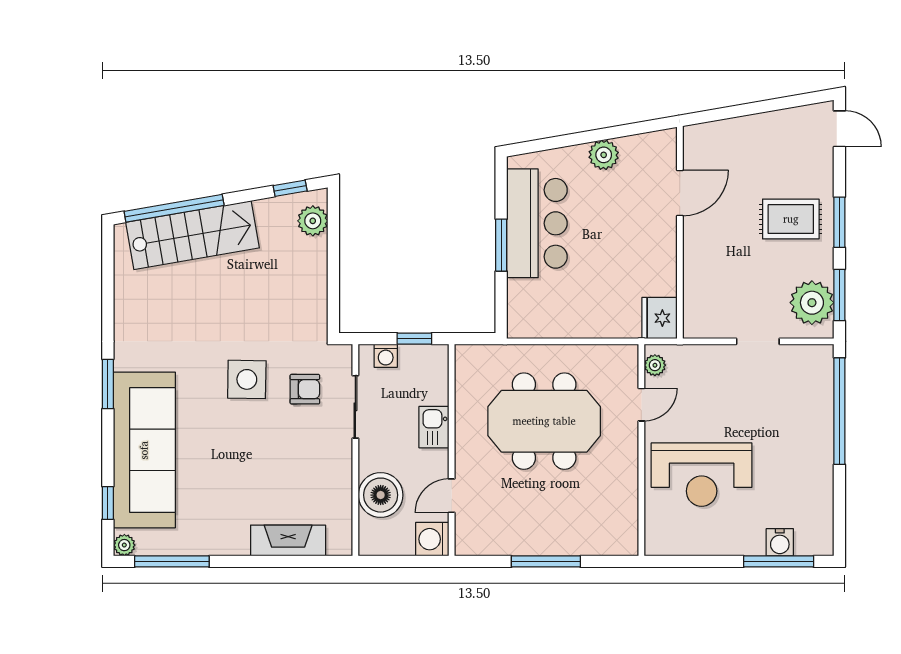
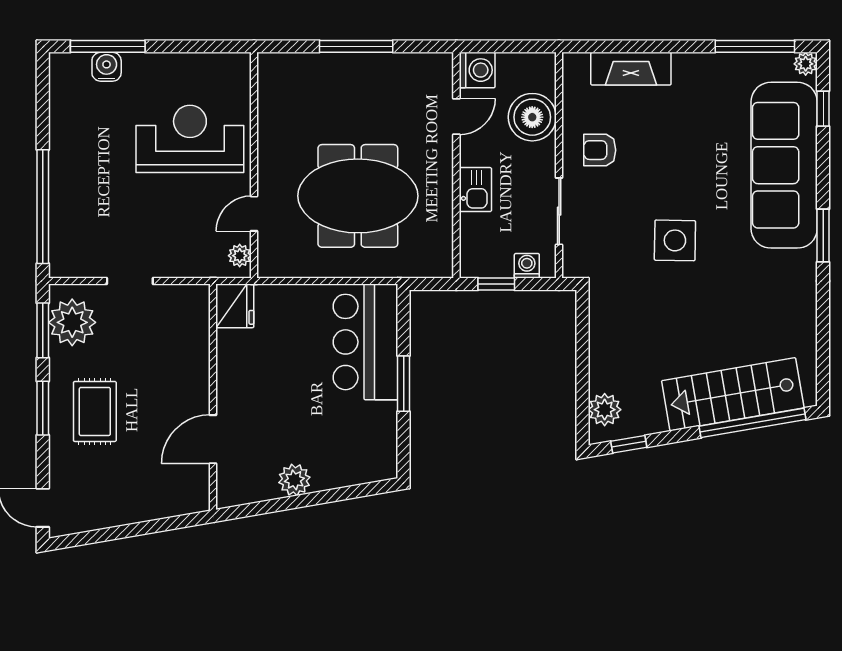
rug: (791, 219) -> (95, 411), turned 90
bar counter: (537, 223) -> (366, 342), moved
armchair: (305, 389) -> (600, 150), moved

